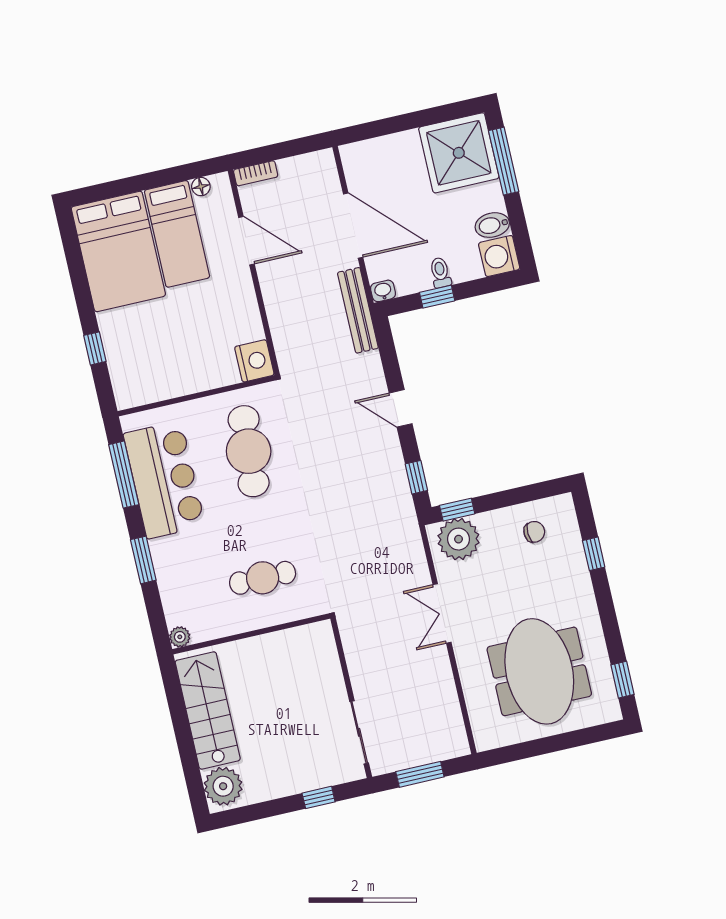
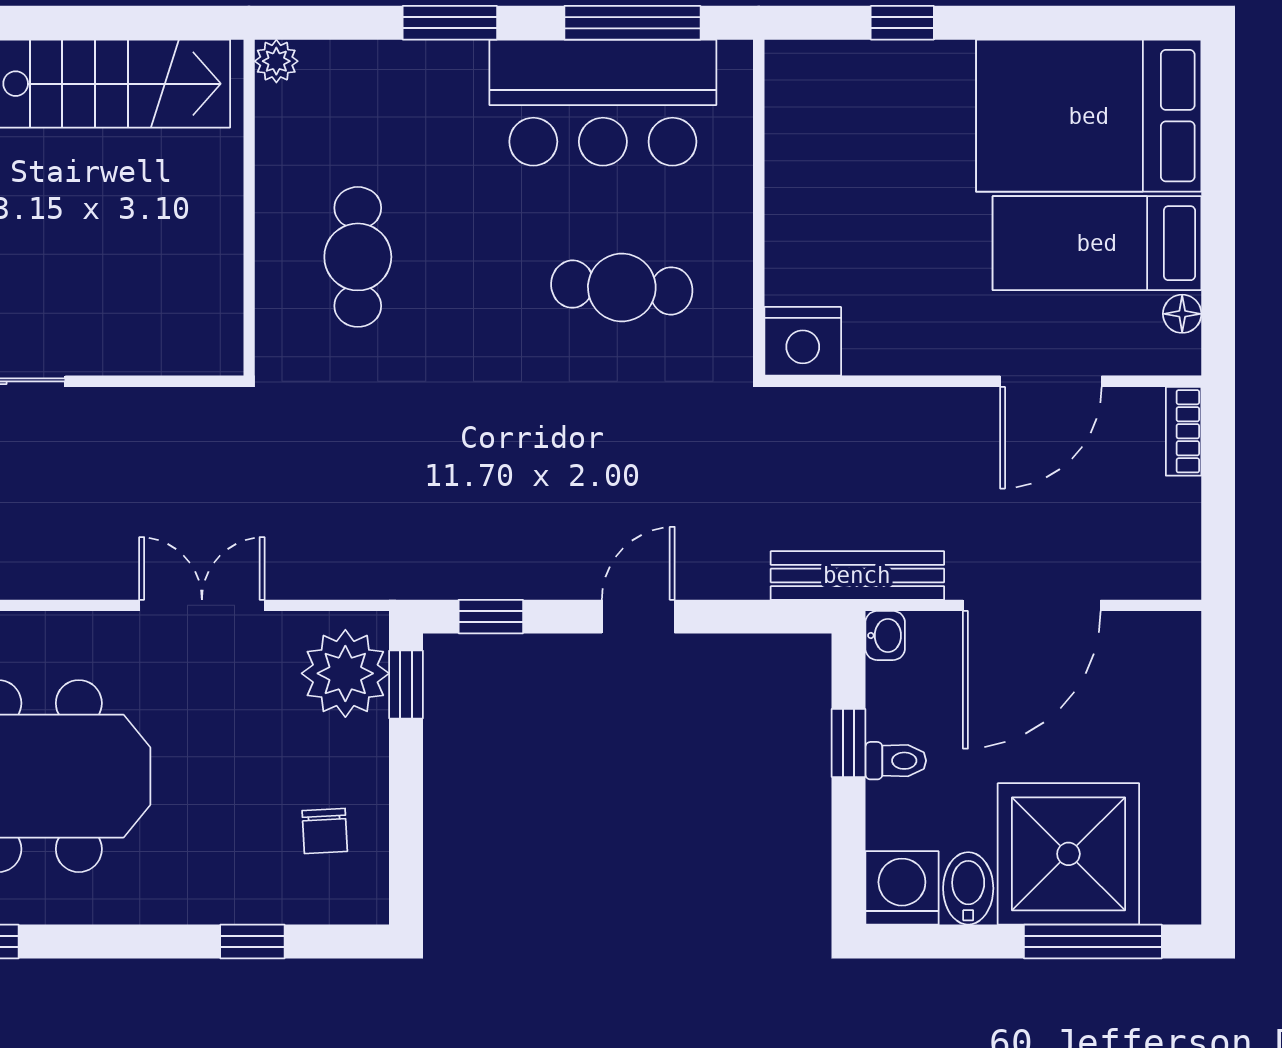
shower: (459, 153) -> (1068, 854), moved
cafe table: (249, 451) -> (622, 288), width x0.73, depth x0.74

